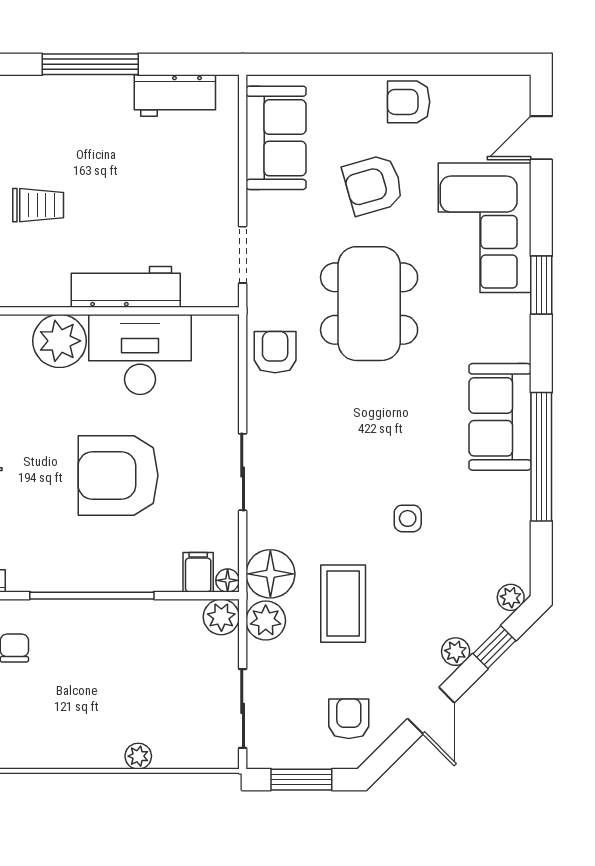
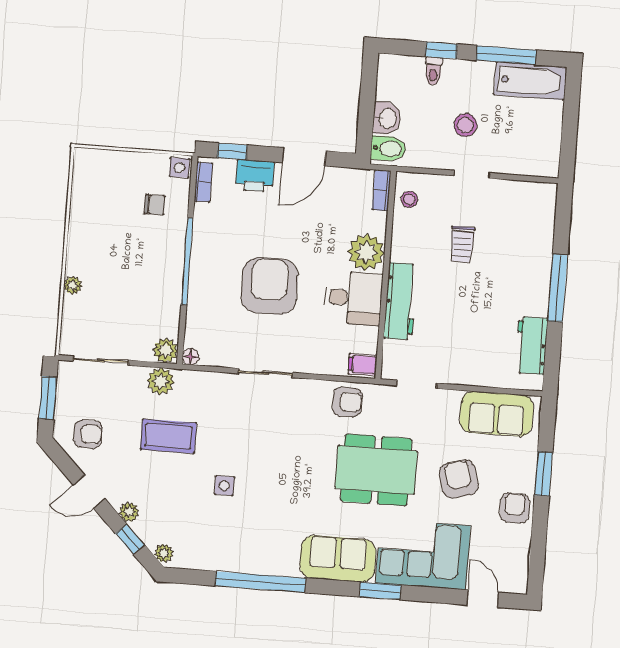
window: (357, 64) -> (544, 474), added
desk: (140, 354) -> (353, 298), width x0.73
sofa: (500, 417) -> (338, 559), moved
filing cabinet: (198, 572) -> (363, 365), moved, turned 180
floor lamp: (270, 574) -> (193, 387), removed

